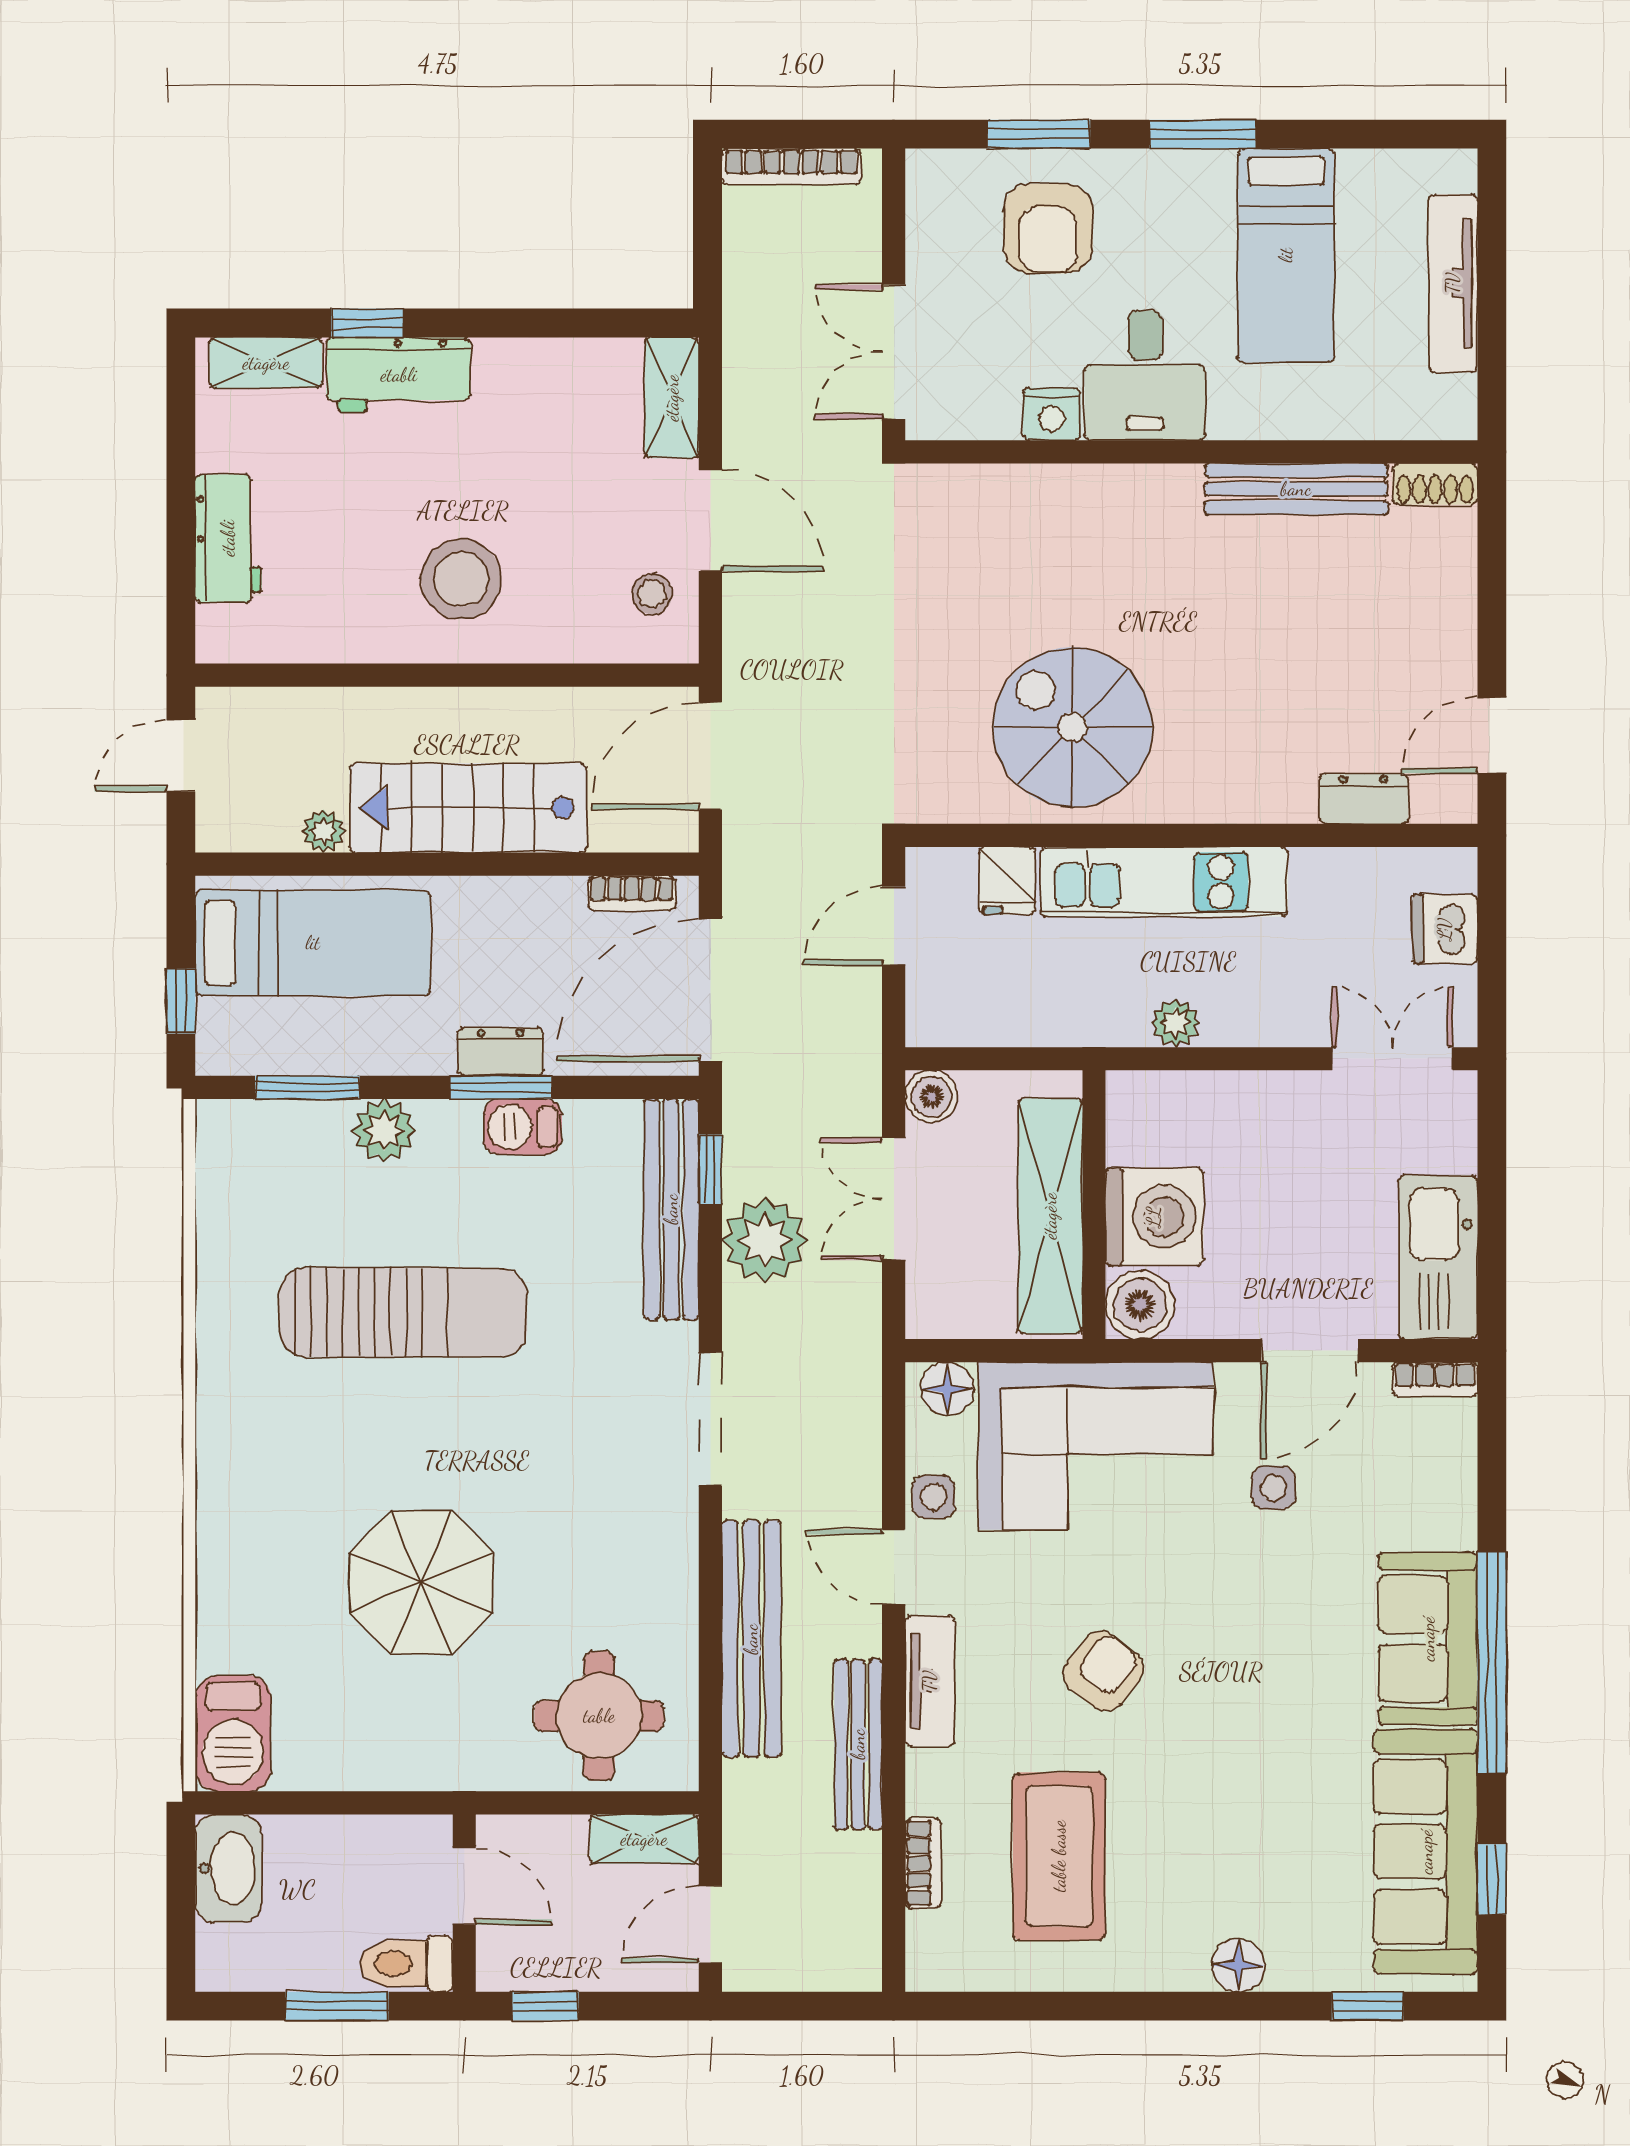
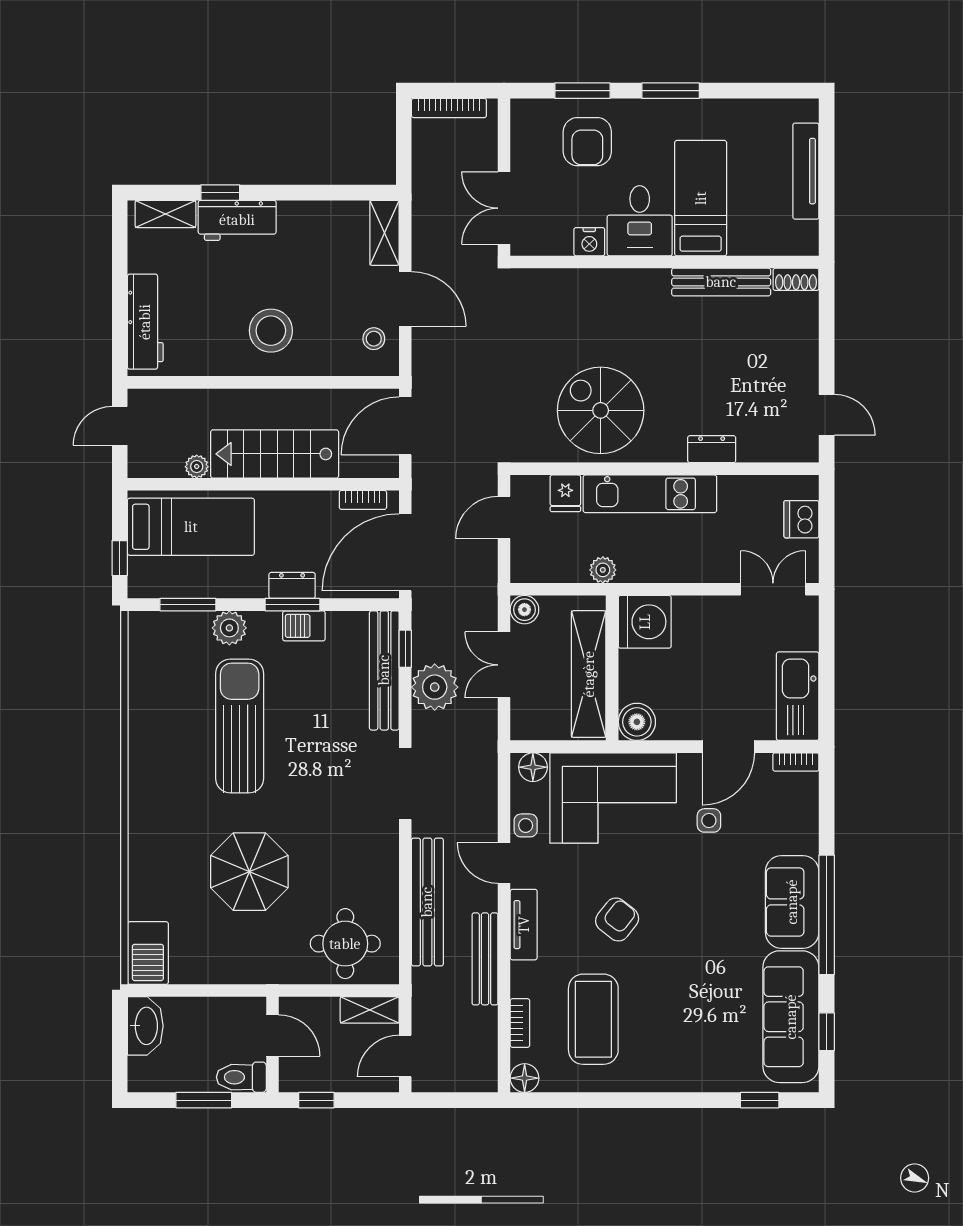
bed: (1286, 255) -> (701, 198), moved, turned 180
workbench: (228, 538) -> (145, 322), width x1.37
door: (1492, 735) -> (827, 415), swing flipped
dresser: (1364, 799) -> (712, 449), moved
plant: (1176, 1023) -> (603, 570), moved
washing machine: (1154, 1217) -> (645, 622), moved
sun lounger: (403, 1312) -> (240, 726), turned -90
floor lamp: (1238, 1965) -> (525, 1078), moved

